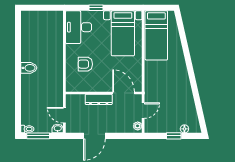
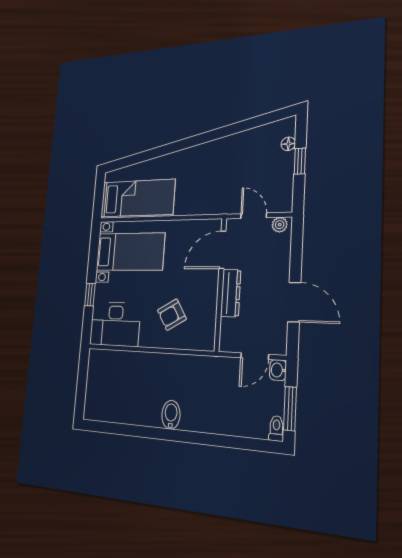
armchair: (85, 64) -> (172, 315), turned 59

